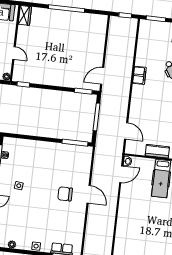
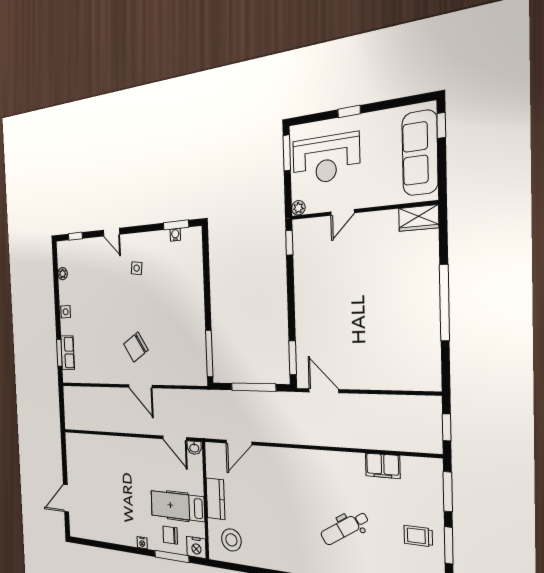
filing cabinet: (139, 75) -> (383, 466), moved
chair: (65, 194) -> (136, 347), turned -123
door: (89, 194) -> (140, 386), hinge flipped

